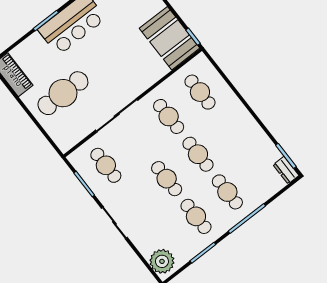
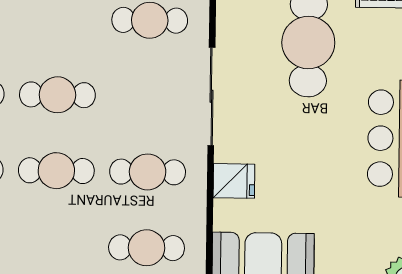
fridge: (144, 78) -> (234, 181), added

